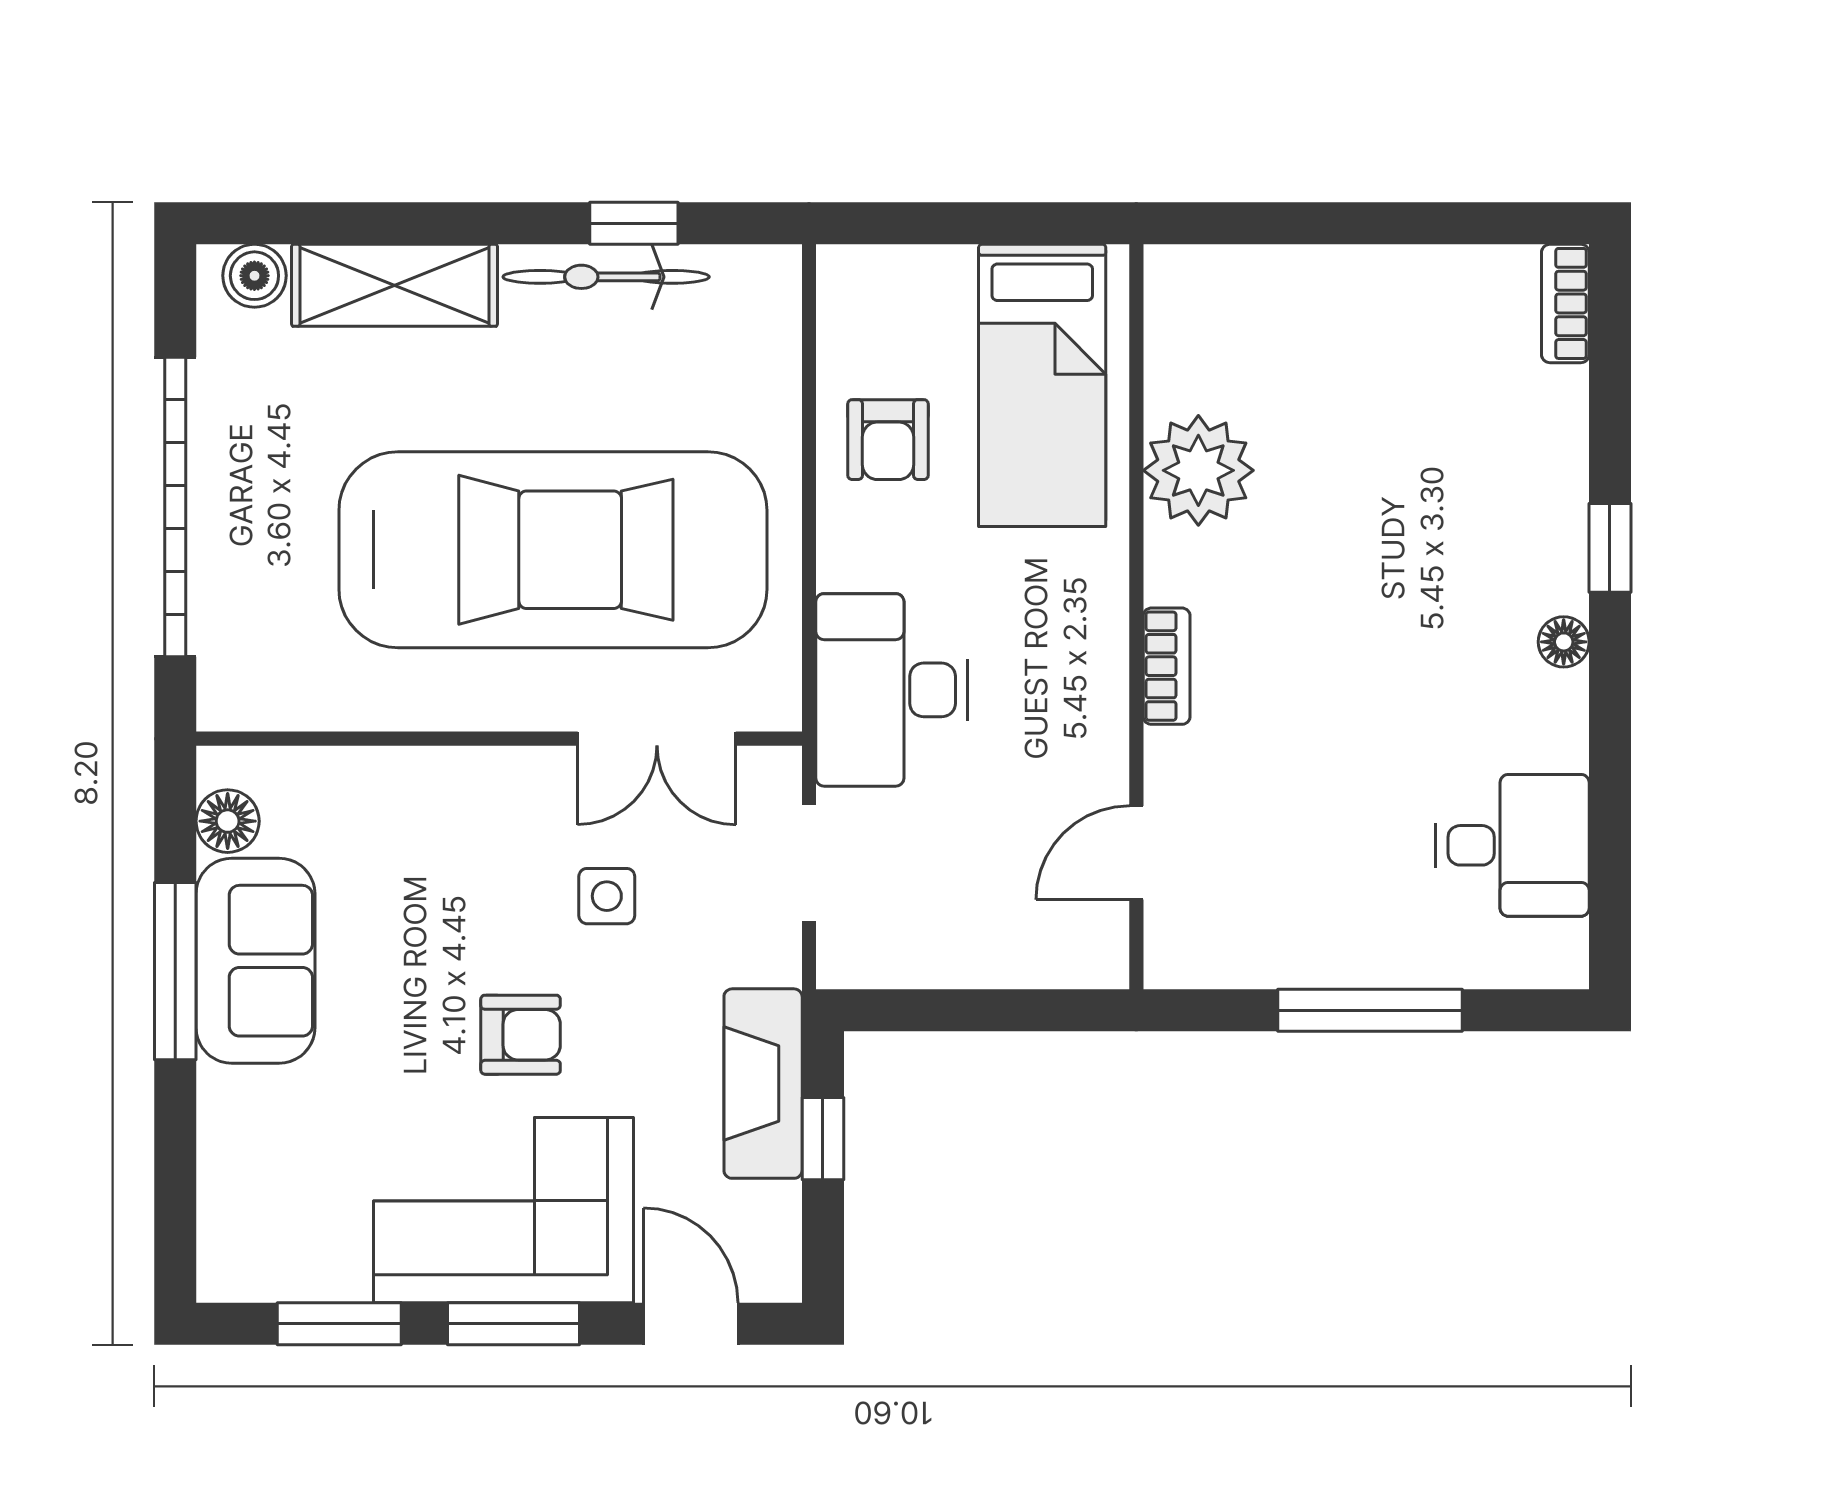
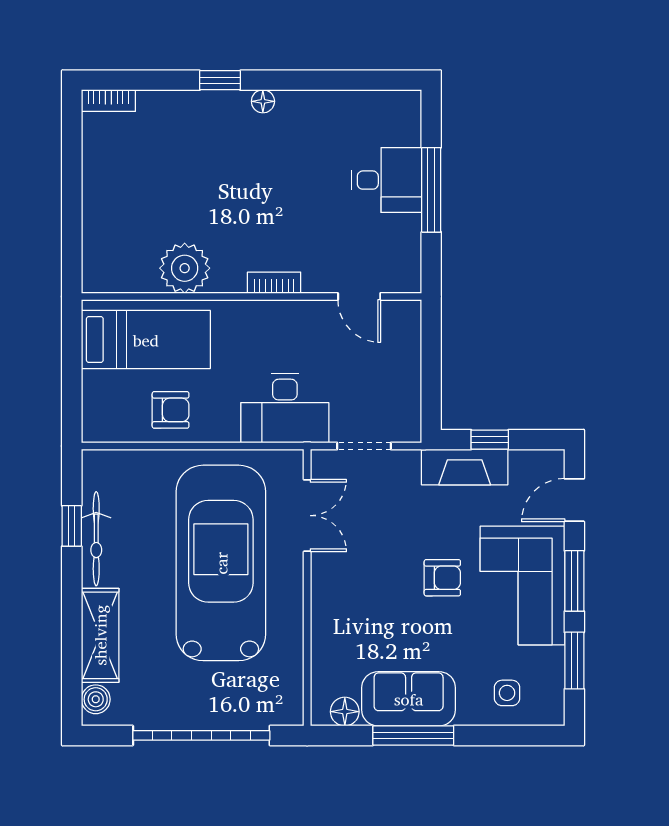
desk: (1512, 845) -> (387, 180), moved, turned 90
side table: (607, 896) -> (507, 693), moved
armchair: (521, 1035) -> (442, 578), turned 90

